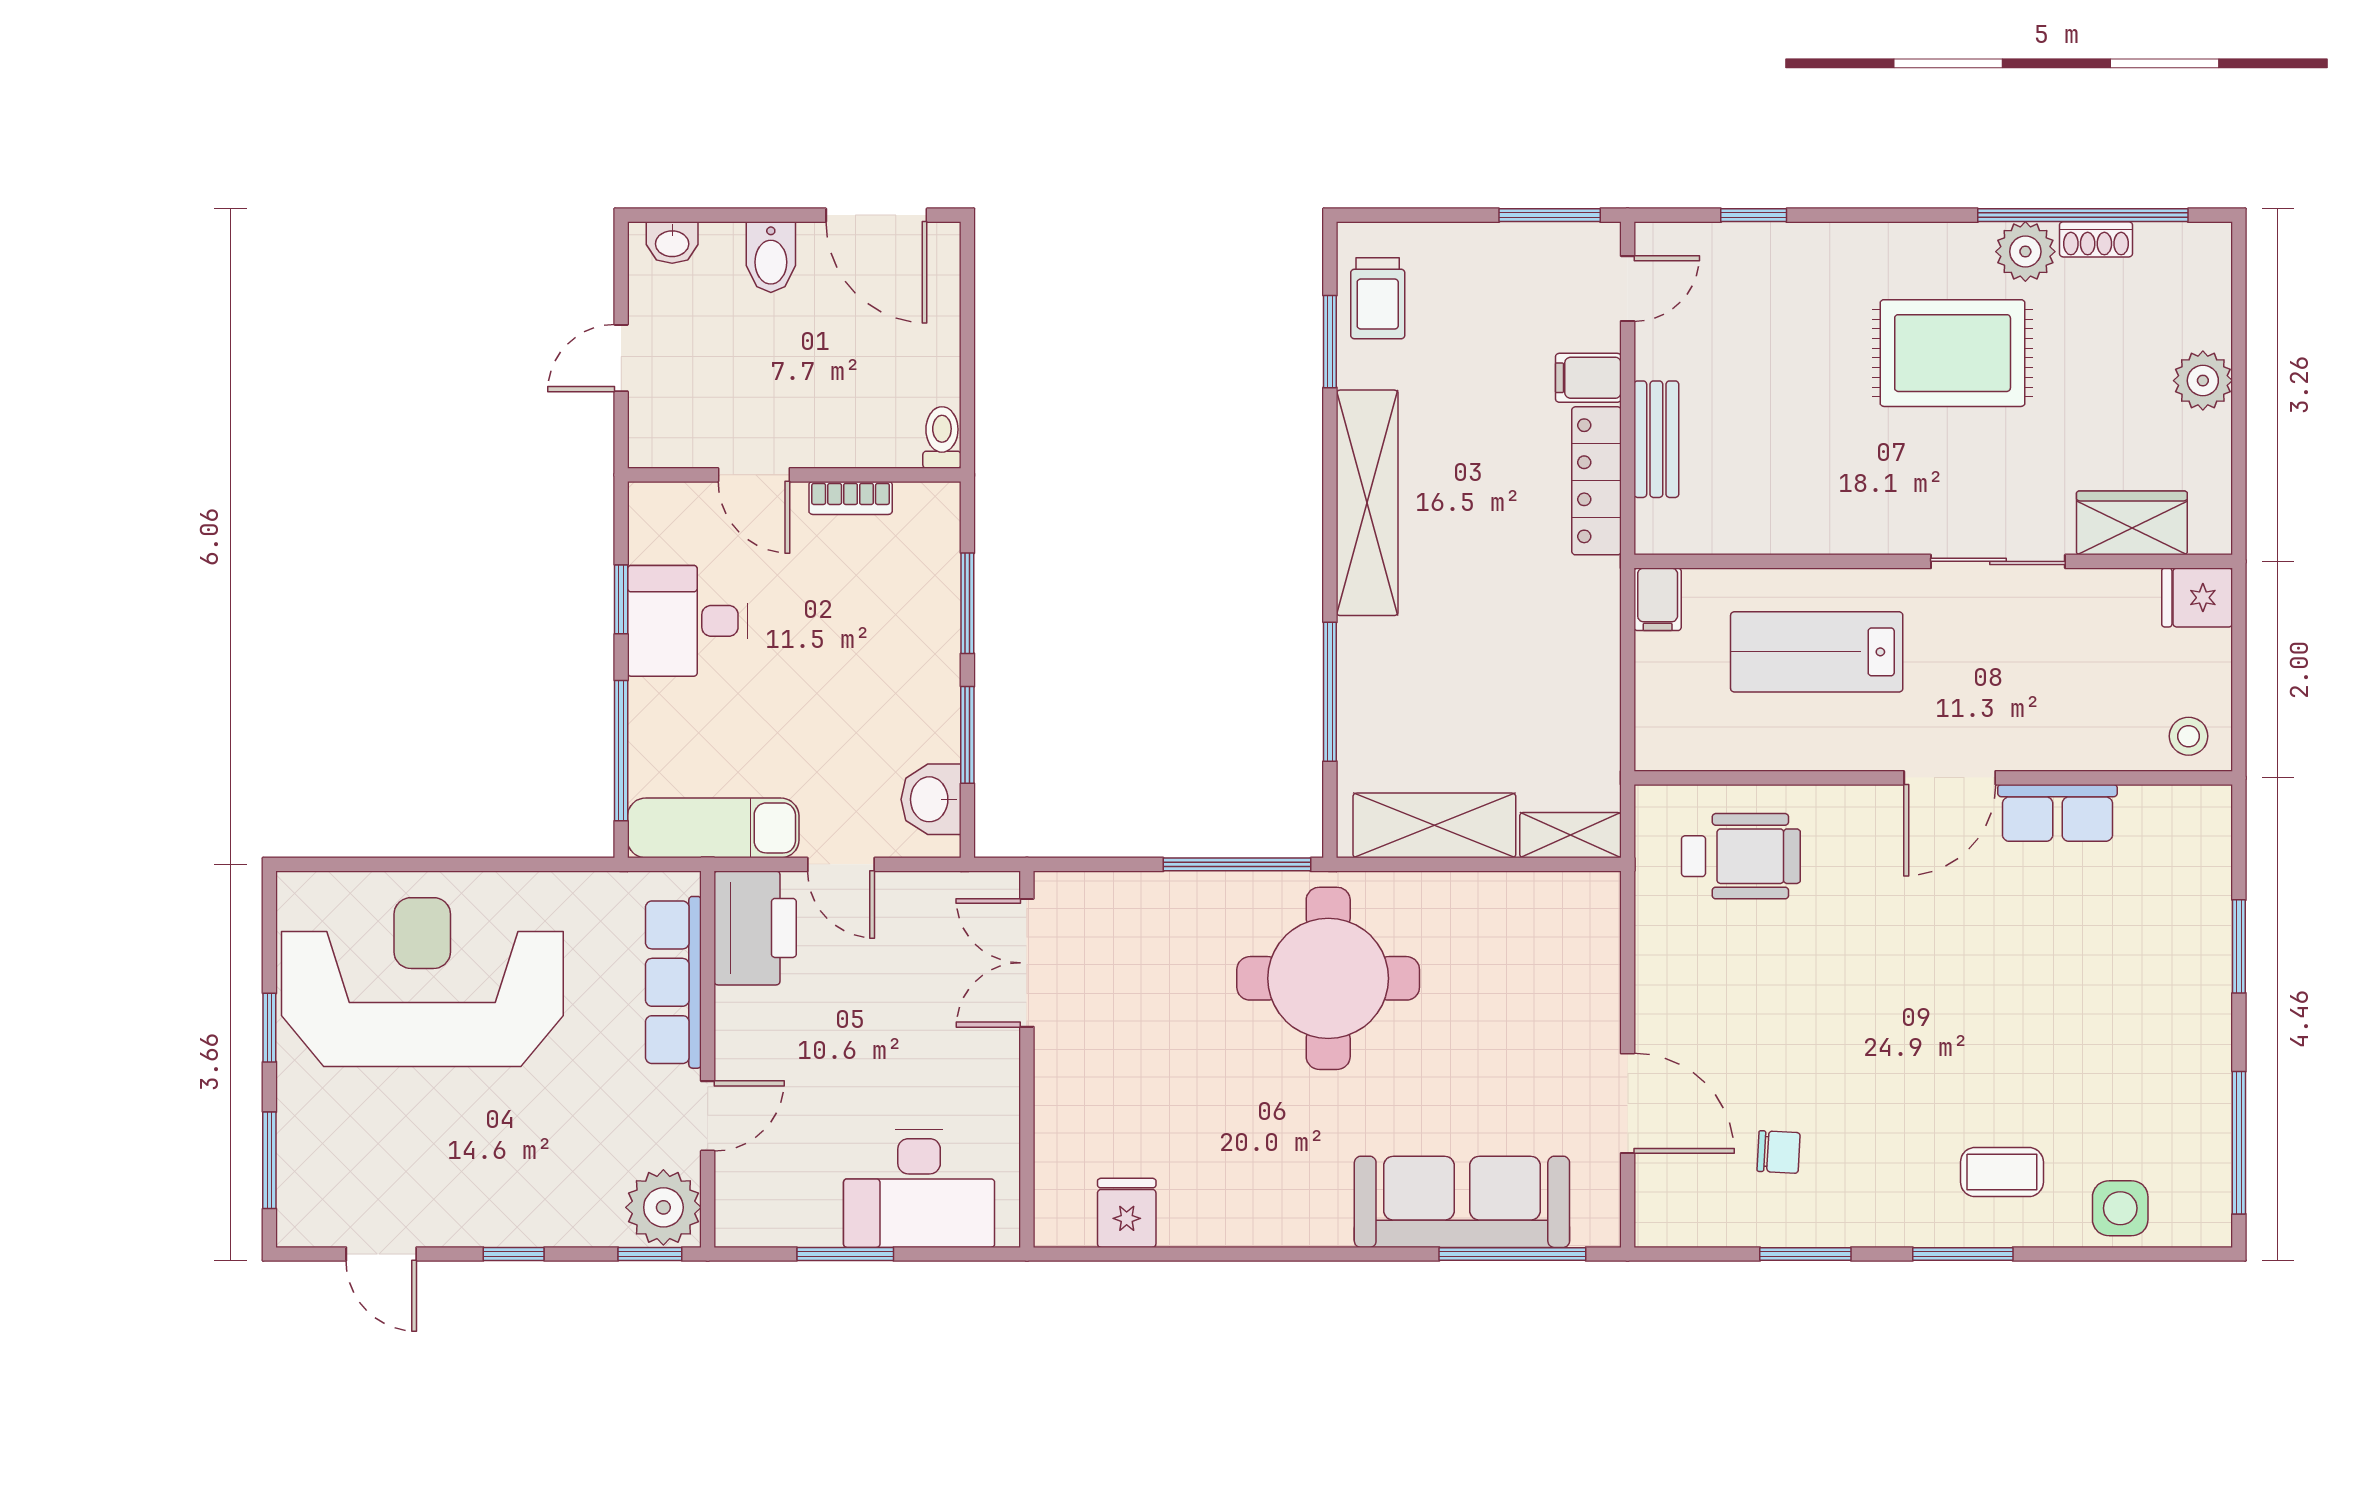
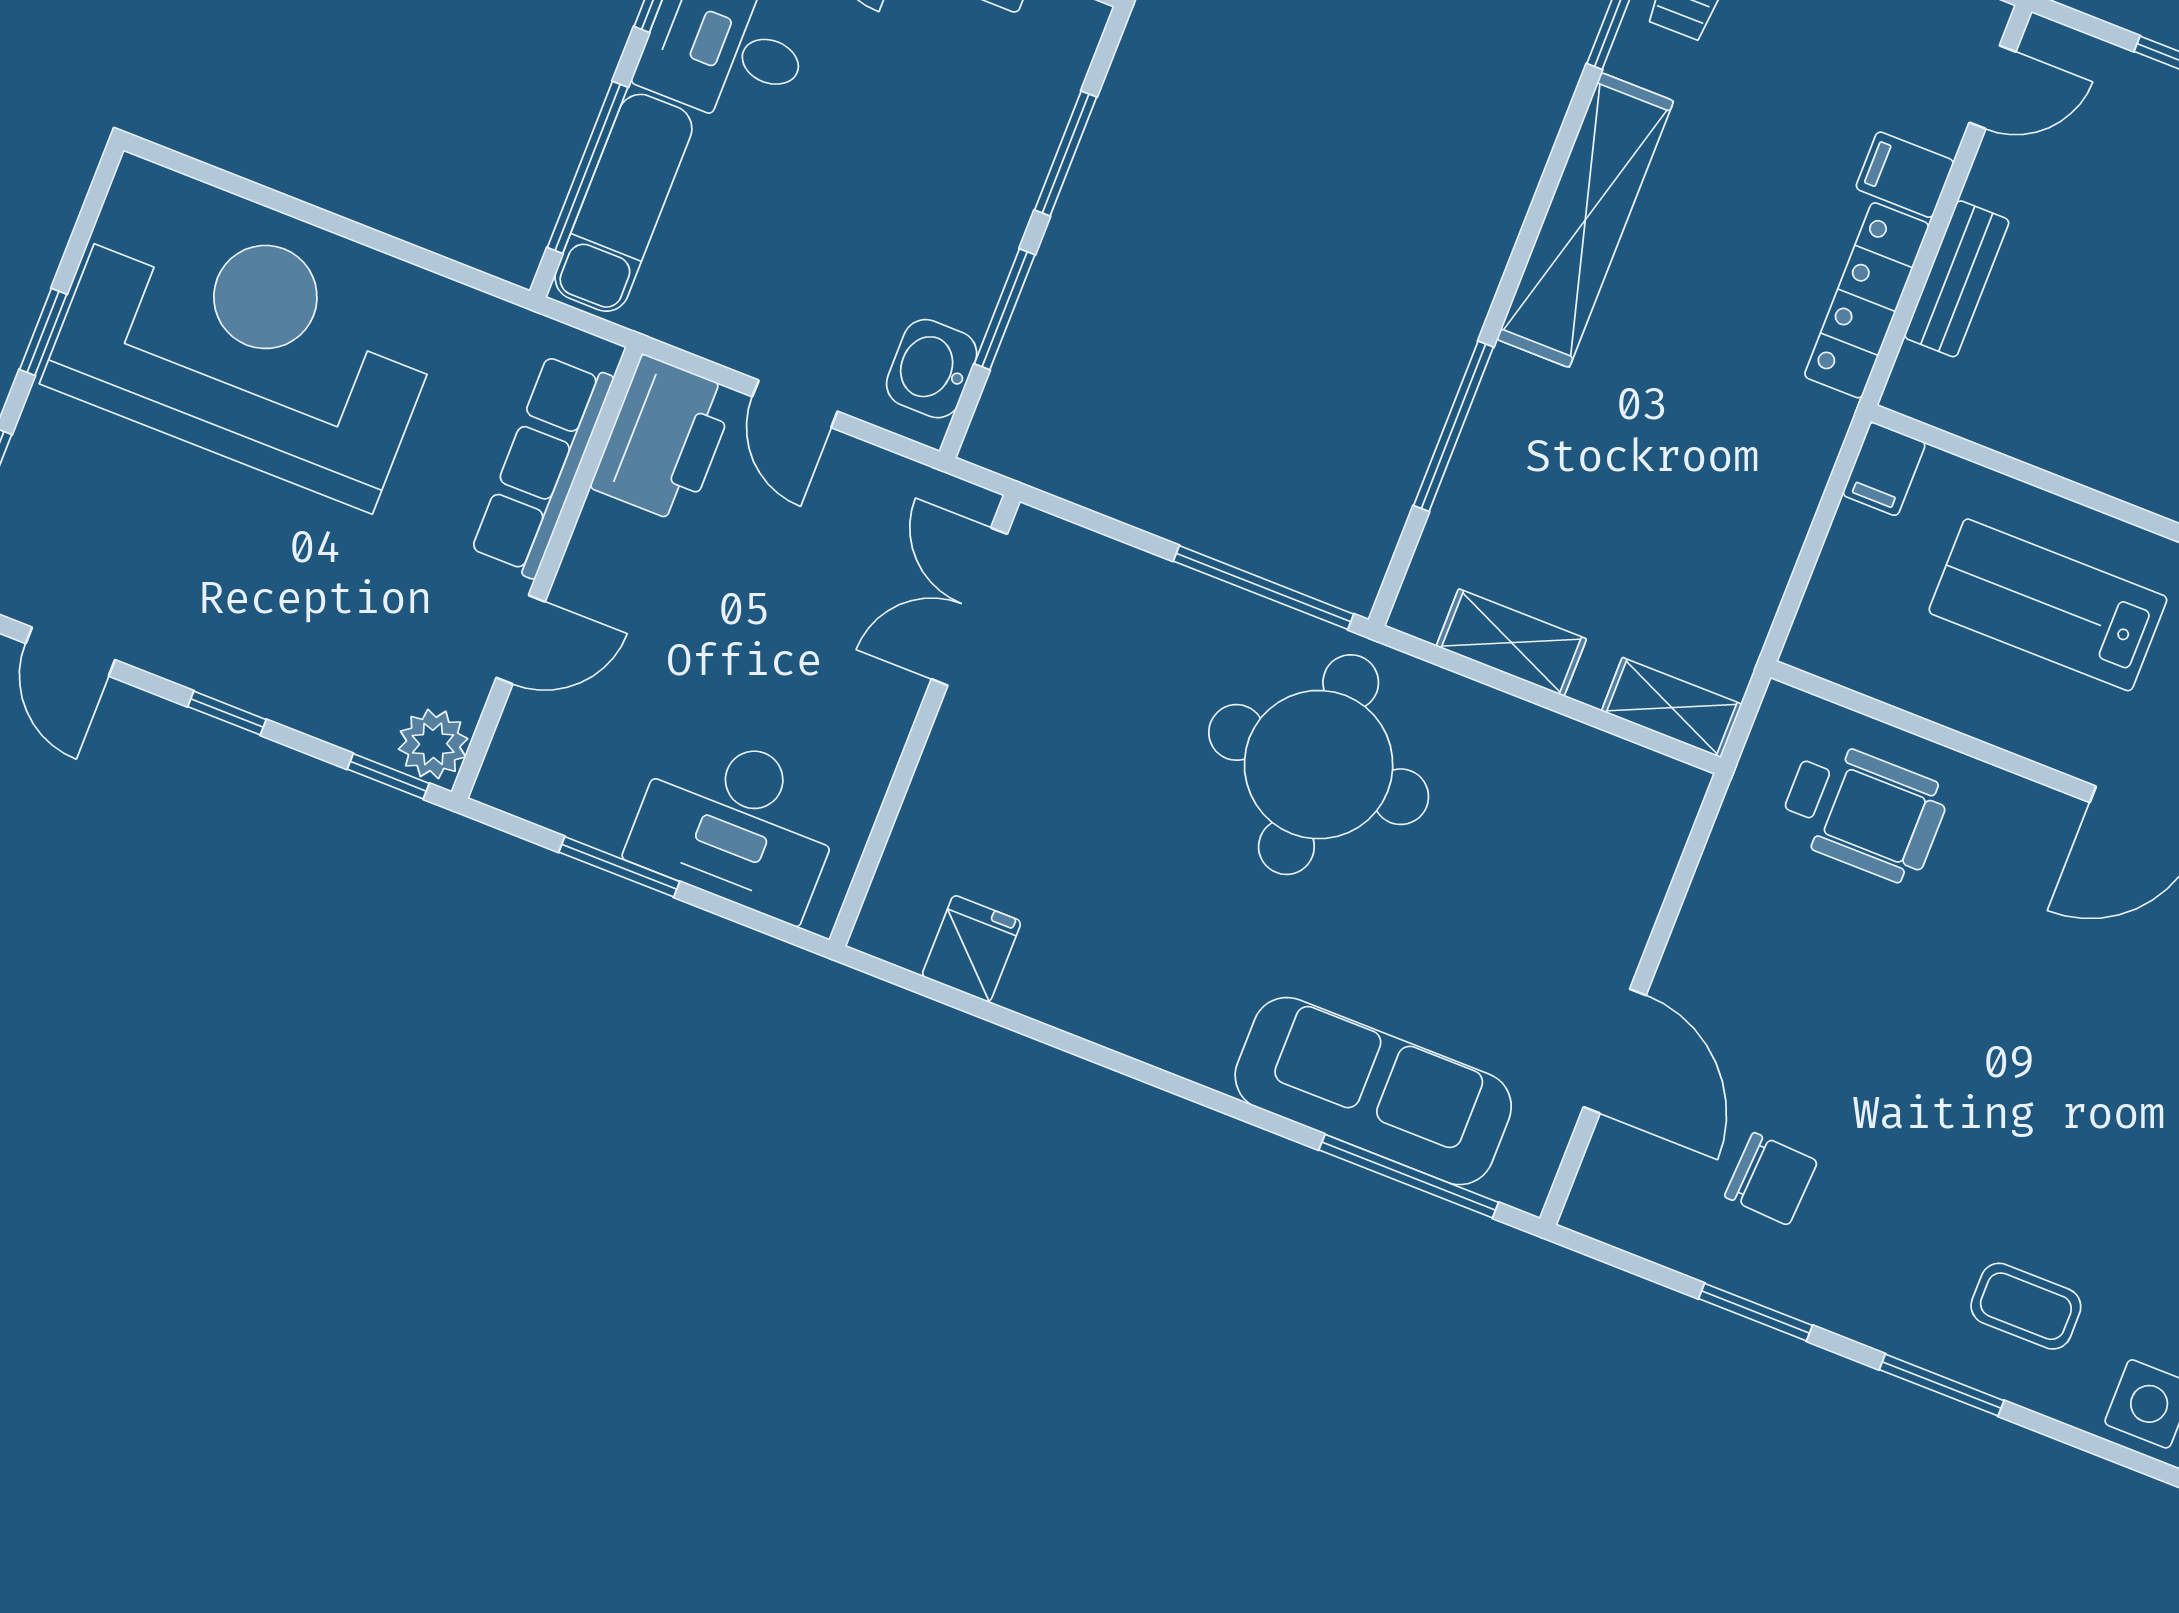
shelving: (1434, 825) -> (1511, 643), width x0.67, depth x0.75
exam couch: (713, 828) -> (623, 203), moved, turned 90
chair: (1779, 1152) -> (1771, 1179), width x1.37, depth x1.37
plant: (663, 1207) -> (433, 744), width x0.73, depth x0.73

